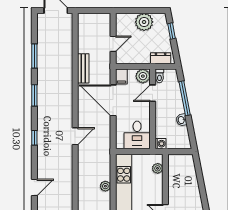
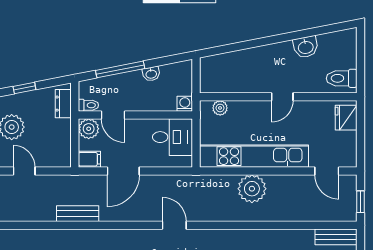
door: (113, 44) -> (24, 171), moved
door: (113, 100) -> (123, 171), width x0.73
plant: (105, 186) -> (252, 189), width x1.88, depth x1.88

